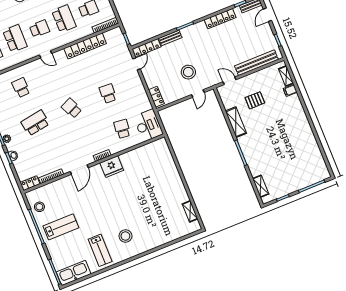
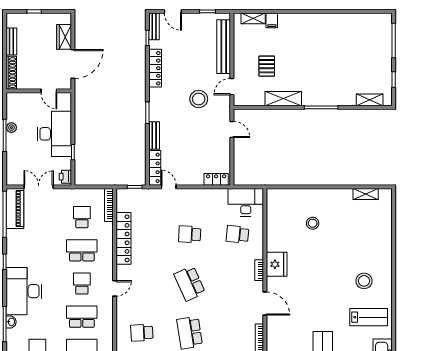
stool: (188, 72) -> (199, 99), moved
school desk: (72, 108) -> (190, 284), width x1.85
stool: (153, 181) -> (313, 223), added

